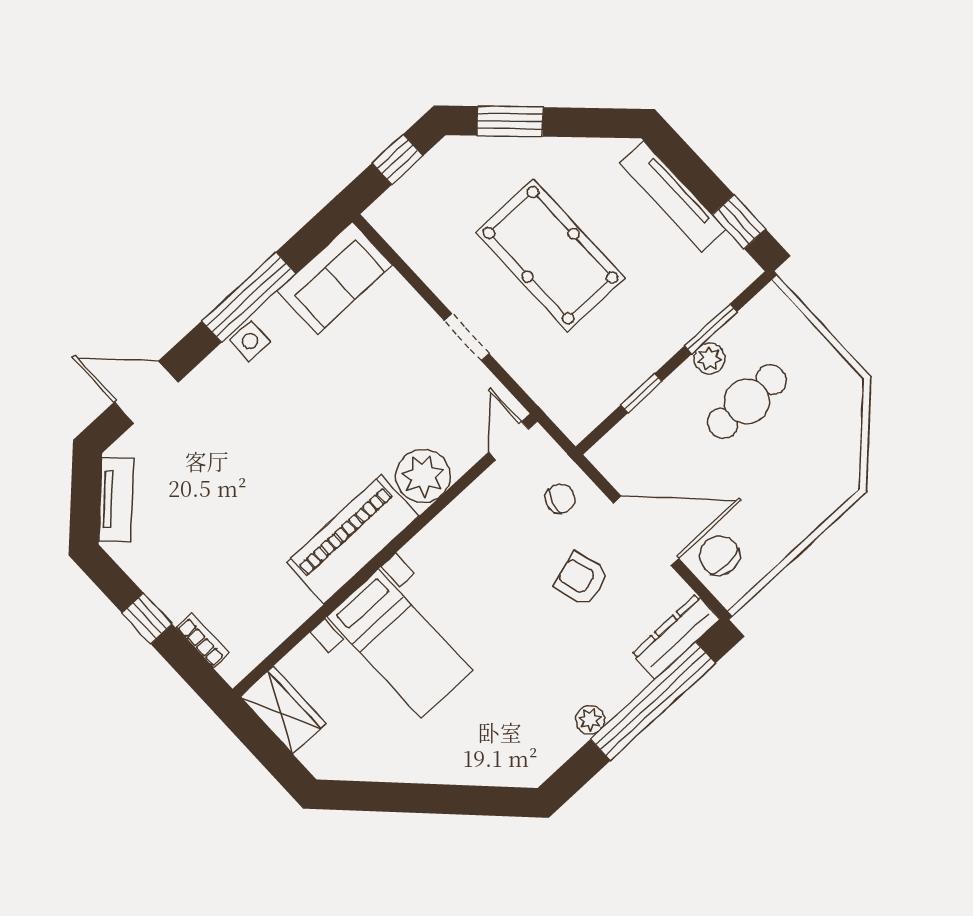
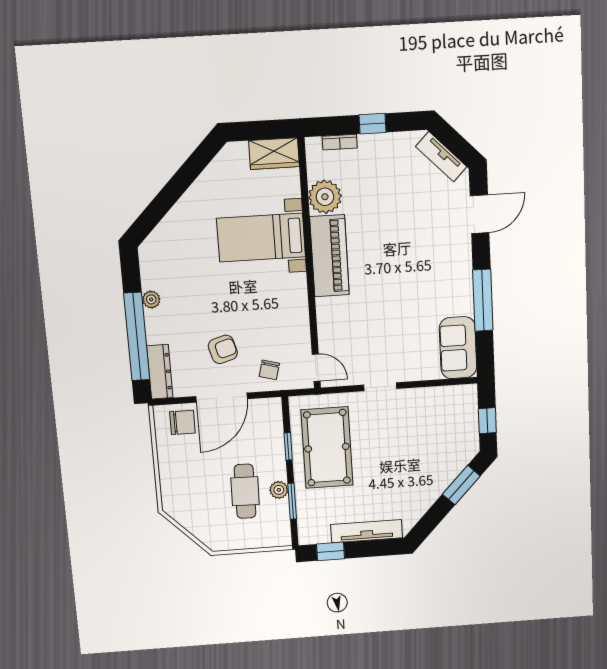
pool table: (551, 255) -> (327, 448), moved, turned 90
side table: (250, 341) -> (462, 284), removed
plant: (423, 476) -> (325, 197), moved

